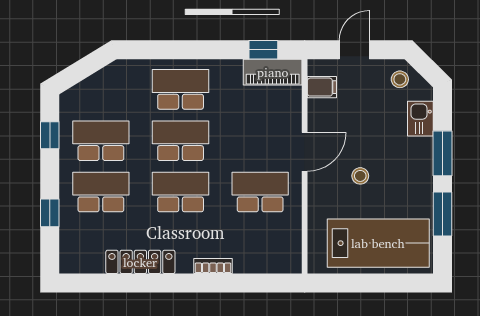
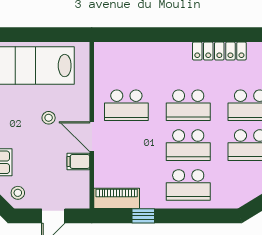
window: (263, 50) -> (143, 216), moved
filing cabinet: (322, 87) -> (78, 161), moved
door: (305, 152) -> (92, 137), hinge flipped
bookcase: (213, 266) -> (163, 48), removed

